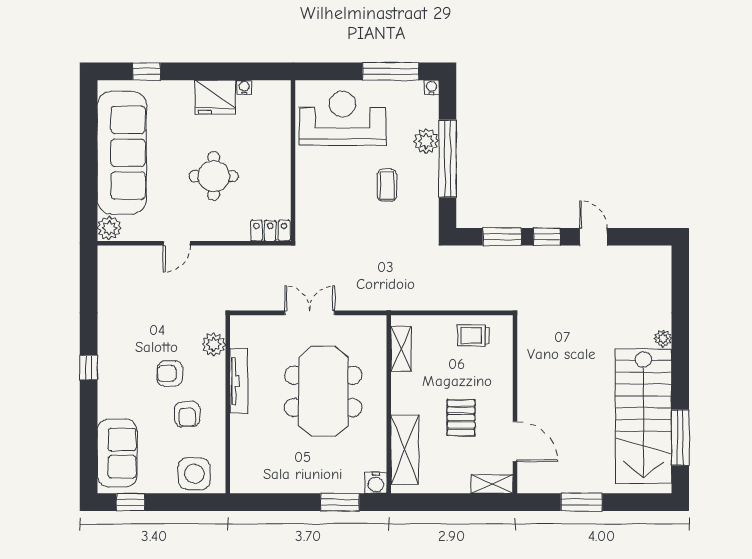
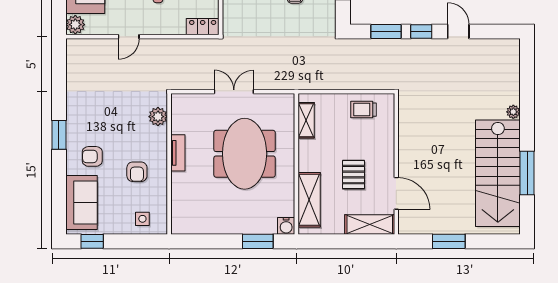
window: (89, 368) -> (59, 135), width x1.50
armchair: (170, 373) -> (92, 156), moved
tv unit: (239, 381) -> (178, 153), width x0.71
window: (680, 438) -> (527, 173), moved
side table: (194, 474) -> (142, 219), width x0.54, depth x0.54
shelving: (492, 484) -> (370, 225), width x1.50, depth x1.33

